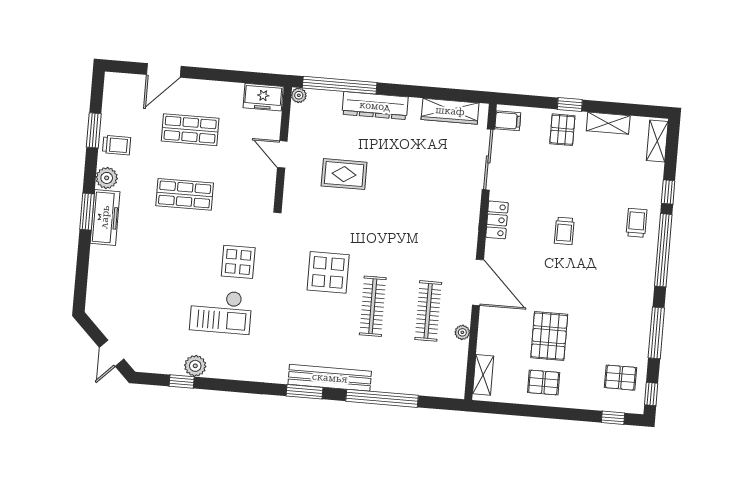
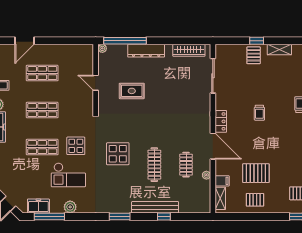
freezer: (263, 97) -> (38, 206), moved, turned 180
filing cabinet: (508, 121) -> (222, 181), moved
locker: (497, 220) -> (221, 121), moved
shop shelf: (179, 259) -> (42, 147), added
display table: (328, 272) -> (118, 154), moved
clothes rail: (428, 311) -> (186, 165), width x0.73
pallet: (549, 336) -> (256, 173), turned 90
plant: (195, 366) -> (70, 207), moved
bench: (330, 378) -> (155, 207), moved
window: (182, 382) -> (49, 216), width x2.17
window: (382, 398) -> (164, 216), width x0.32

